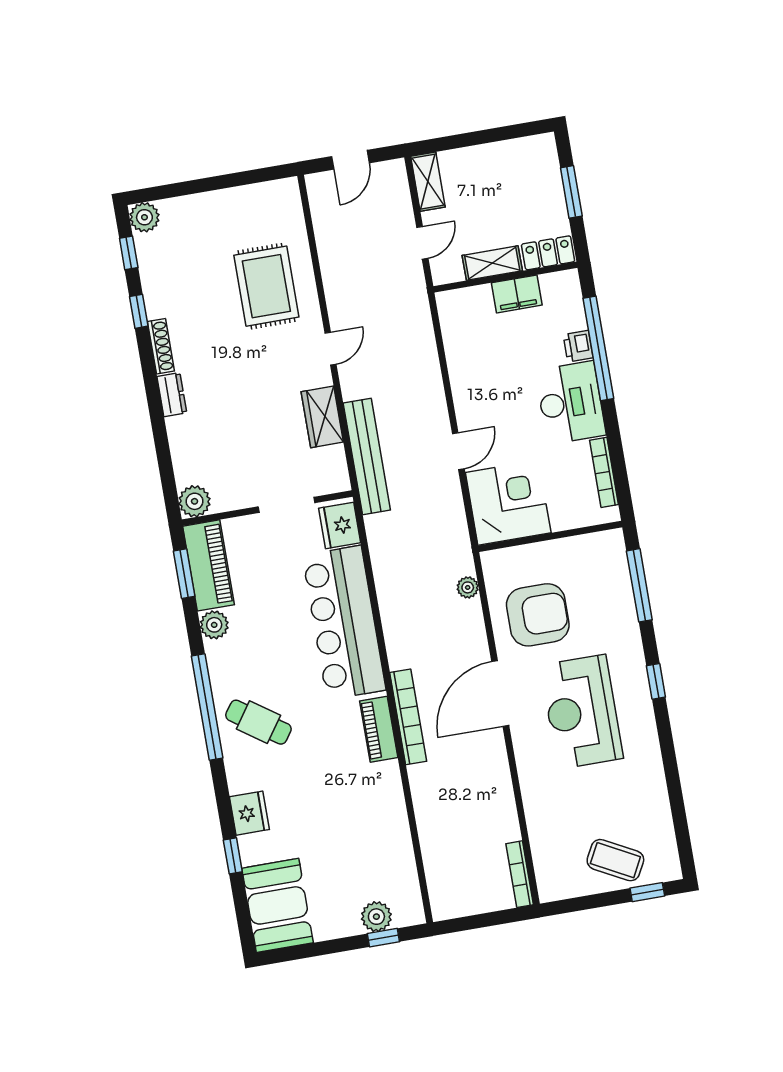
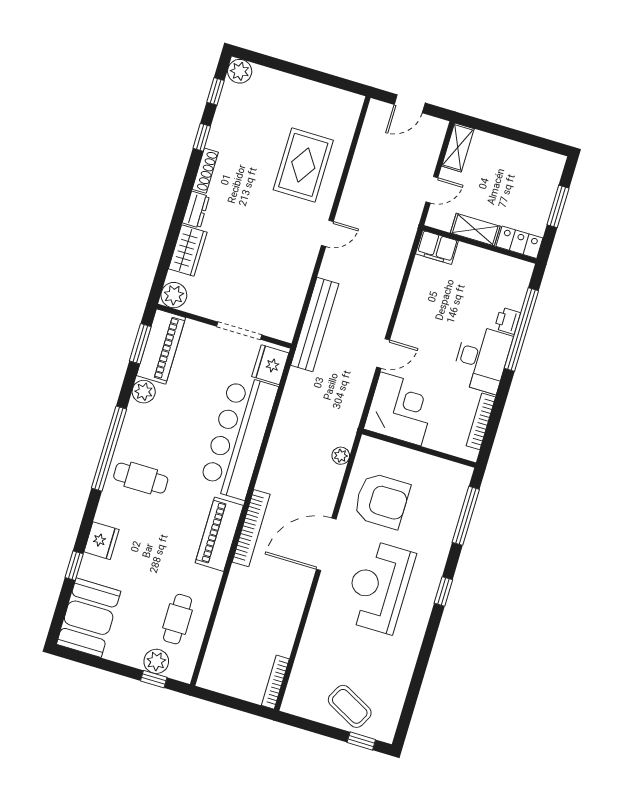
filing cabinet: (517, 294) -> (437, 247), moved
wardrobe: (322, 417) -> (188, 251), moved, turned 180
cafe table: (258, 722) -> (141, 478), turned -35
piano: (379, 729) -> (219, 534), width x1.37, depth x1.33
cafe table: (377, 858) -> (178, 619), added

